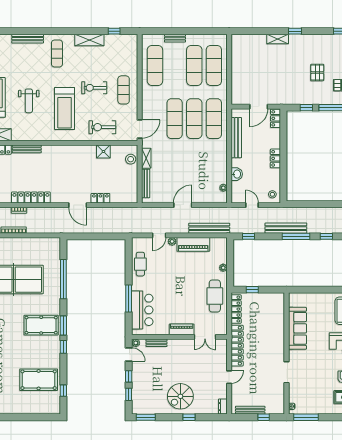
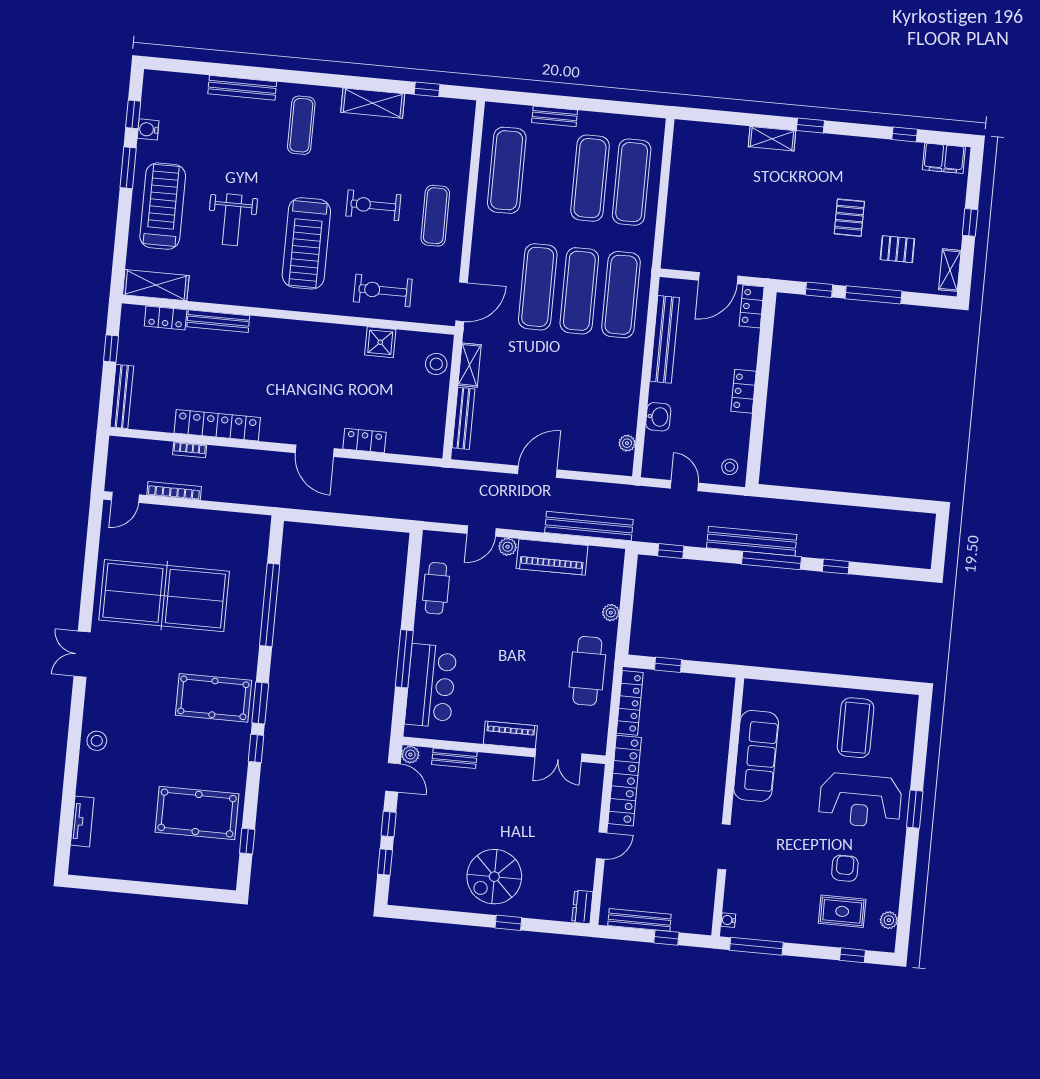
window: (146, 417) -> (417, 914), removed

